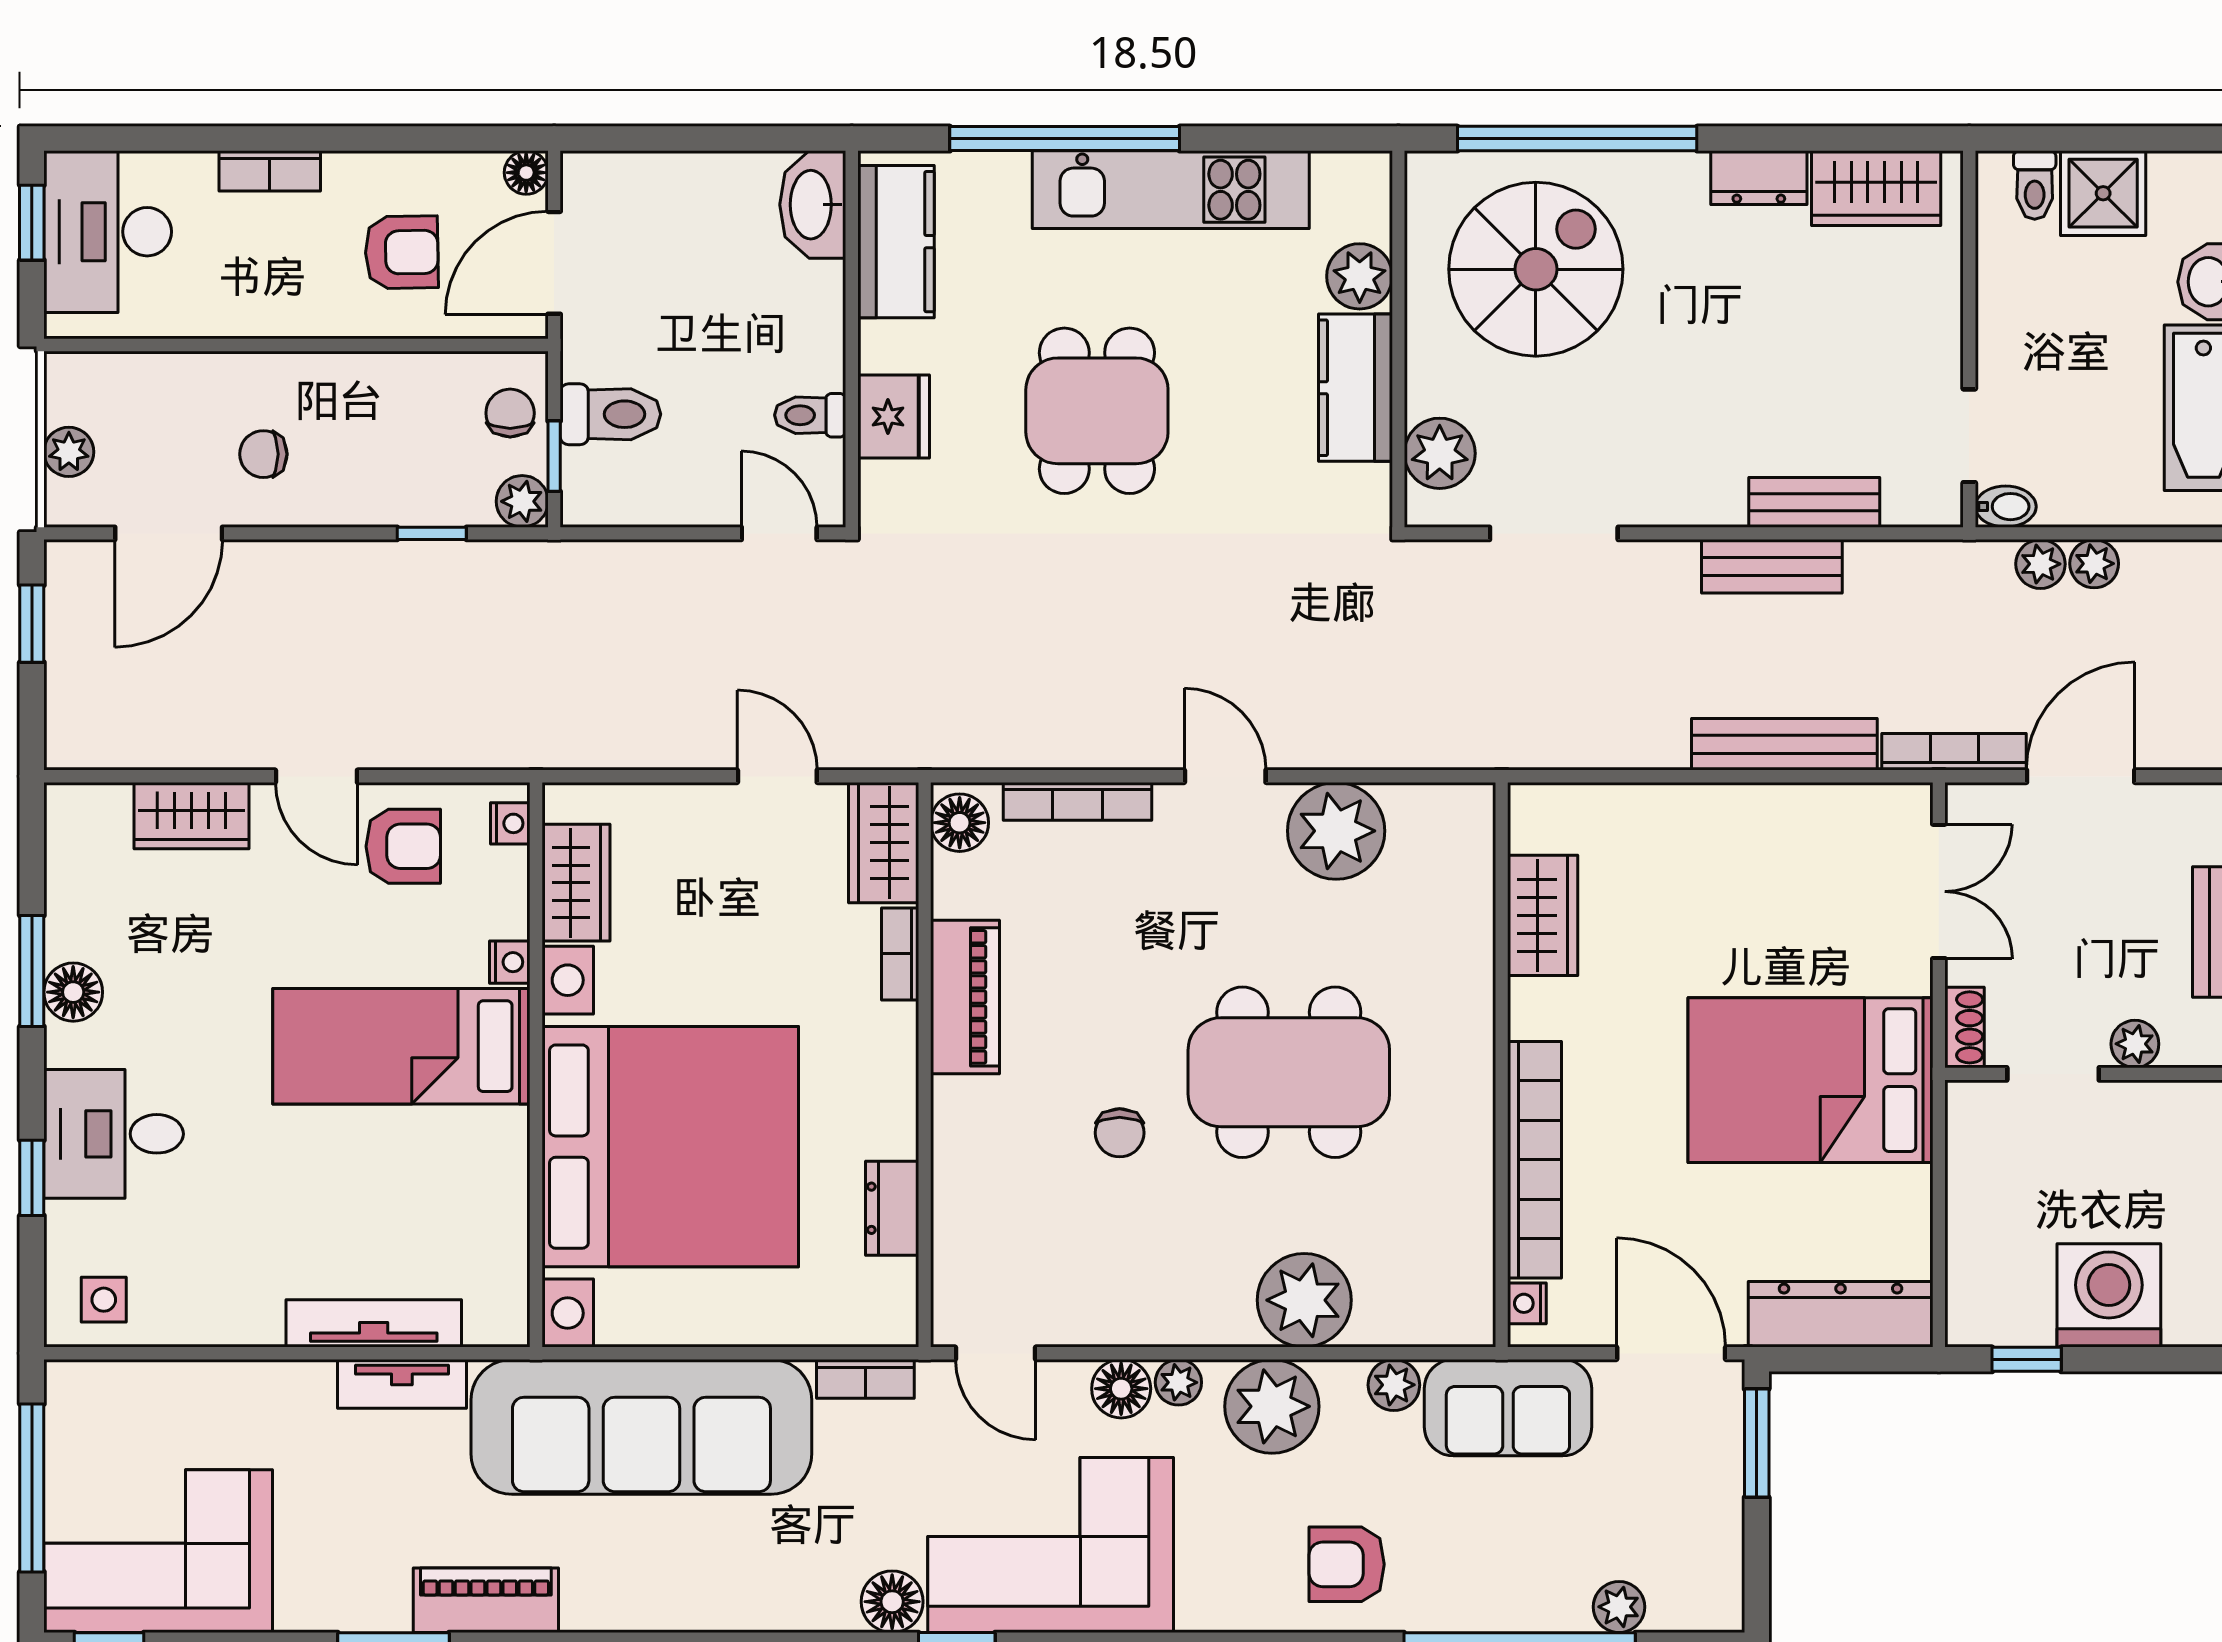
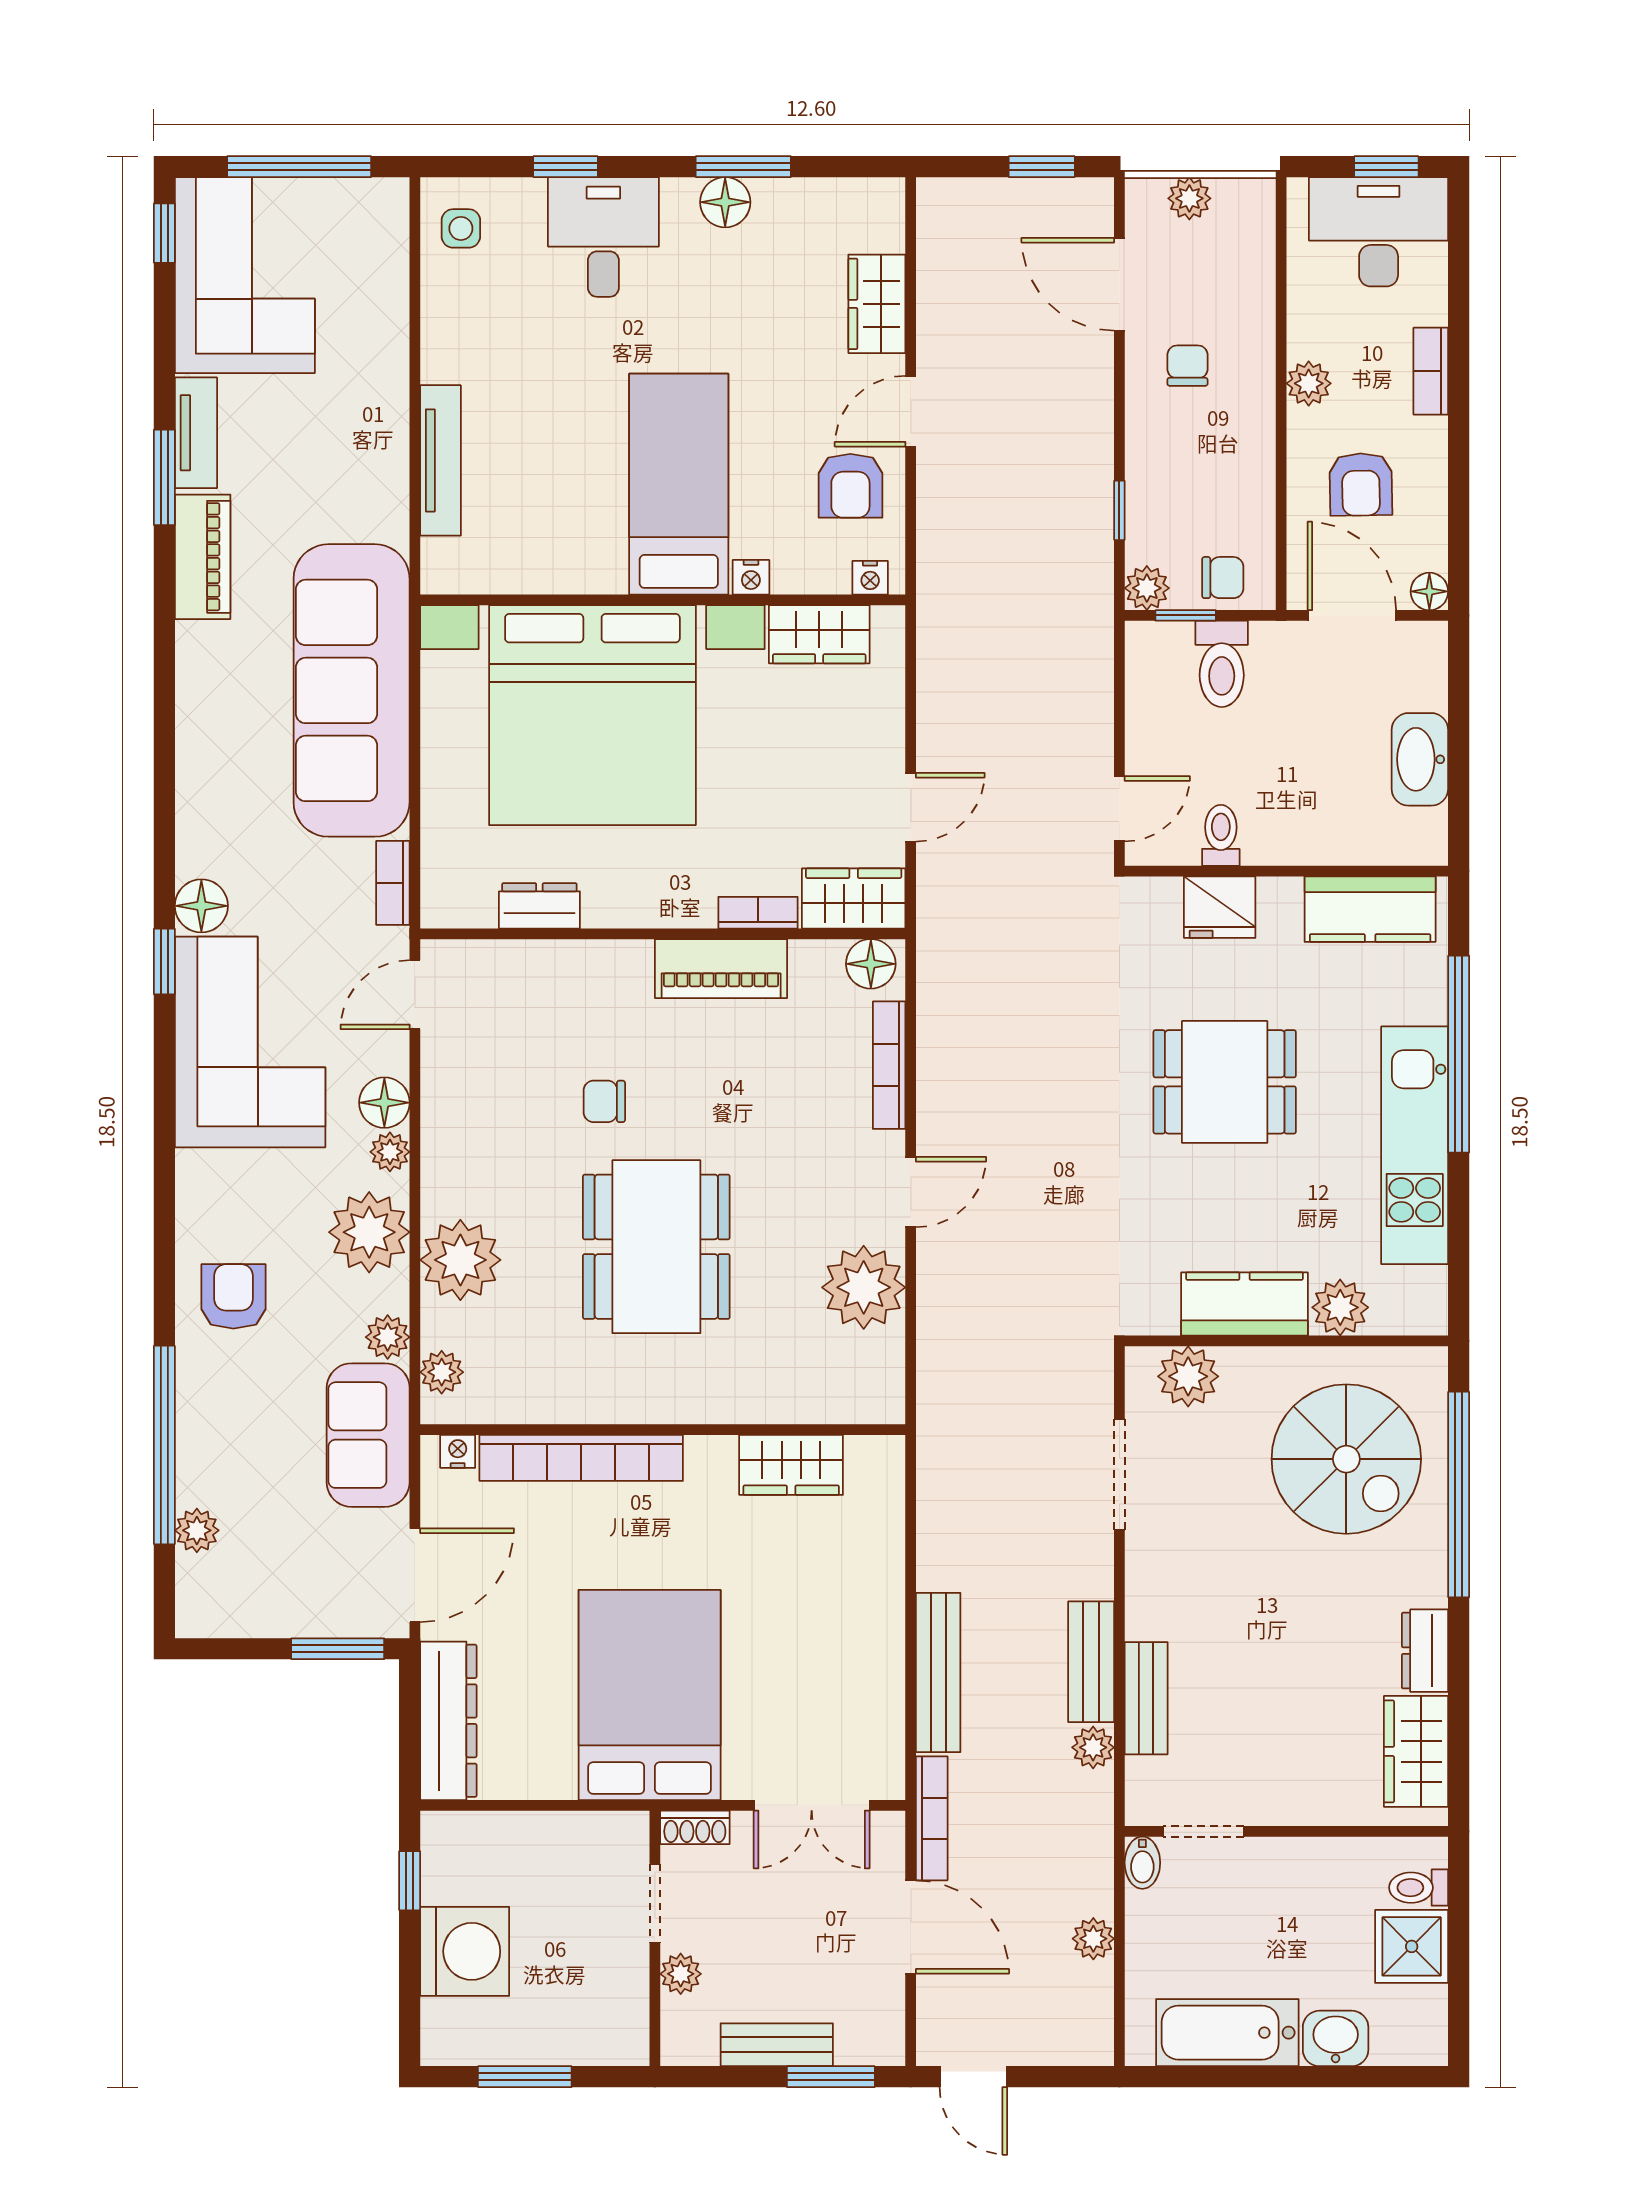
washbasin: (813, 205) -> (1420, 759), moved, turned -90
plant: (284, 313) -> (1309, 383), added
plant: (2040, 564) -> (1093, 1747), moved
plant: (1435, 1322) -> (442, 1372), added
tv unit: (402, 1384) -> (196, 433), moved, turned 180

